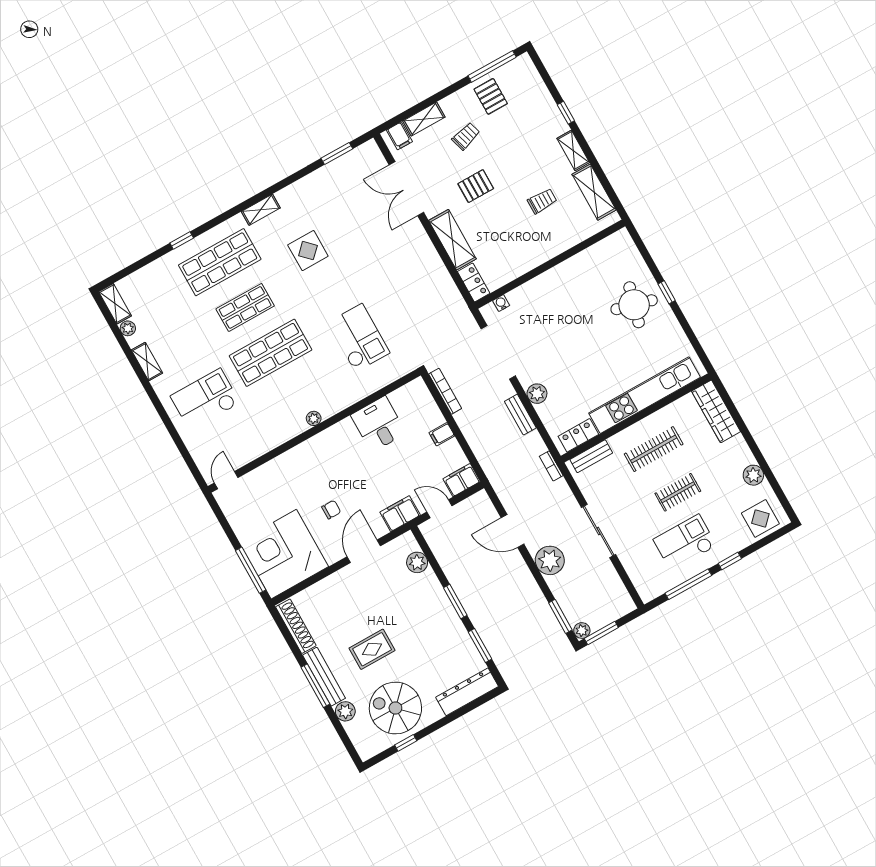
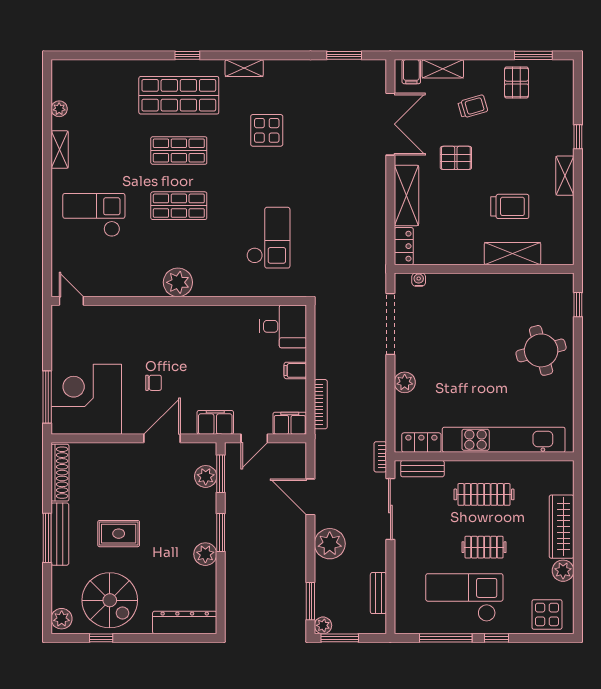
window: (492, 66) -> (533, 55), width x0.69
double door: (406, 189) -> (390, 124), swing flipped
shelving: (594, 192) -> (512, 254), moved, turned 90
trolley: (542, 201) -> (510, 206), width x1.36, depth x1.39
window: (182, 241) -> (187, 55), moved
window: (667, 292) -> (578, 305), moved
shelving: (115, 304) -> (60, 79), removed
round table: (634, 305) -> (541, 350), turned -30
shop shelf: (271, 353) -> (179, 206), width x0.70, depth x0.74
bookcase: (445, 391) -> (321, 404), moved
wardrobe: (716, 411) -> (562, 527), moved
bench: (520, 415) -> (378, 593), moved
plant: (314, 418) -> (178, 282), width x1.88, depth x1.88
desk: (378, 424) -> (283, 326), moved, turned 90
door: (226, 480) -> (71, 301), hinge flipped
door: (439, 509) -> (254, 438), swing flipped
sliding door: (598, 531) -> (390, 509), moved
checkout: (685, 543) -> (464, 598), width x1.36, depth x1.21
plant: (453, 626) -> (205, 554), added
window: (480, 646) -> (221, 474), moved
spiral stairs: (395, 708) -> (110, 600), turned 180
plant: (345, 711) -> (62, 619), moved

